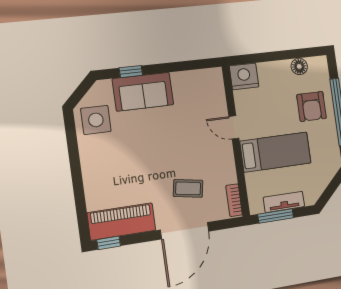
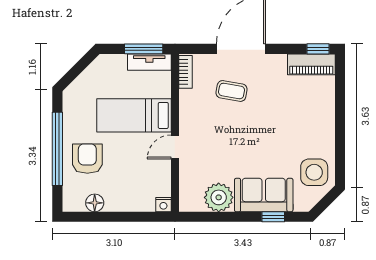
nightstand: (244, 76) -> (163, 205), width x0.53, depth x0.56
plant: (186, 84) -> (219, 197), added
door: (234, 127) -> (175, 147), swing flipped
tv unit: (284, 202) -> (149, 62), moved
piano: (122, 222) -> (311, 64), width x0.73, depth x0.75

